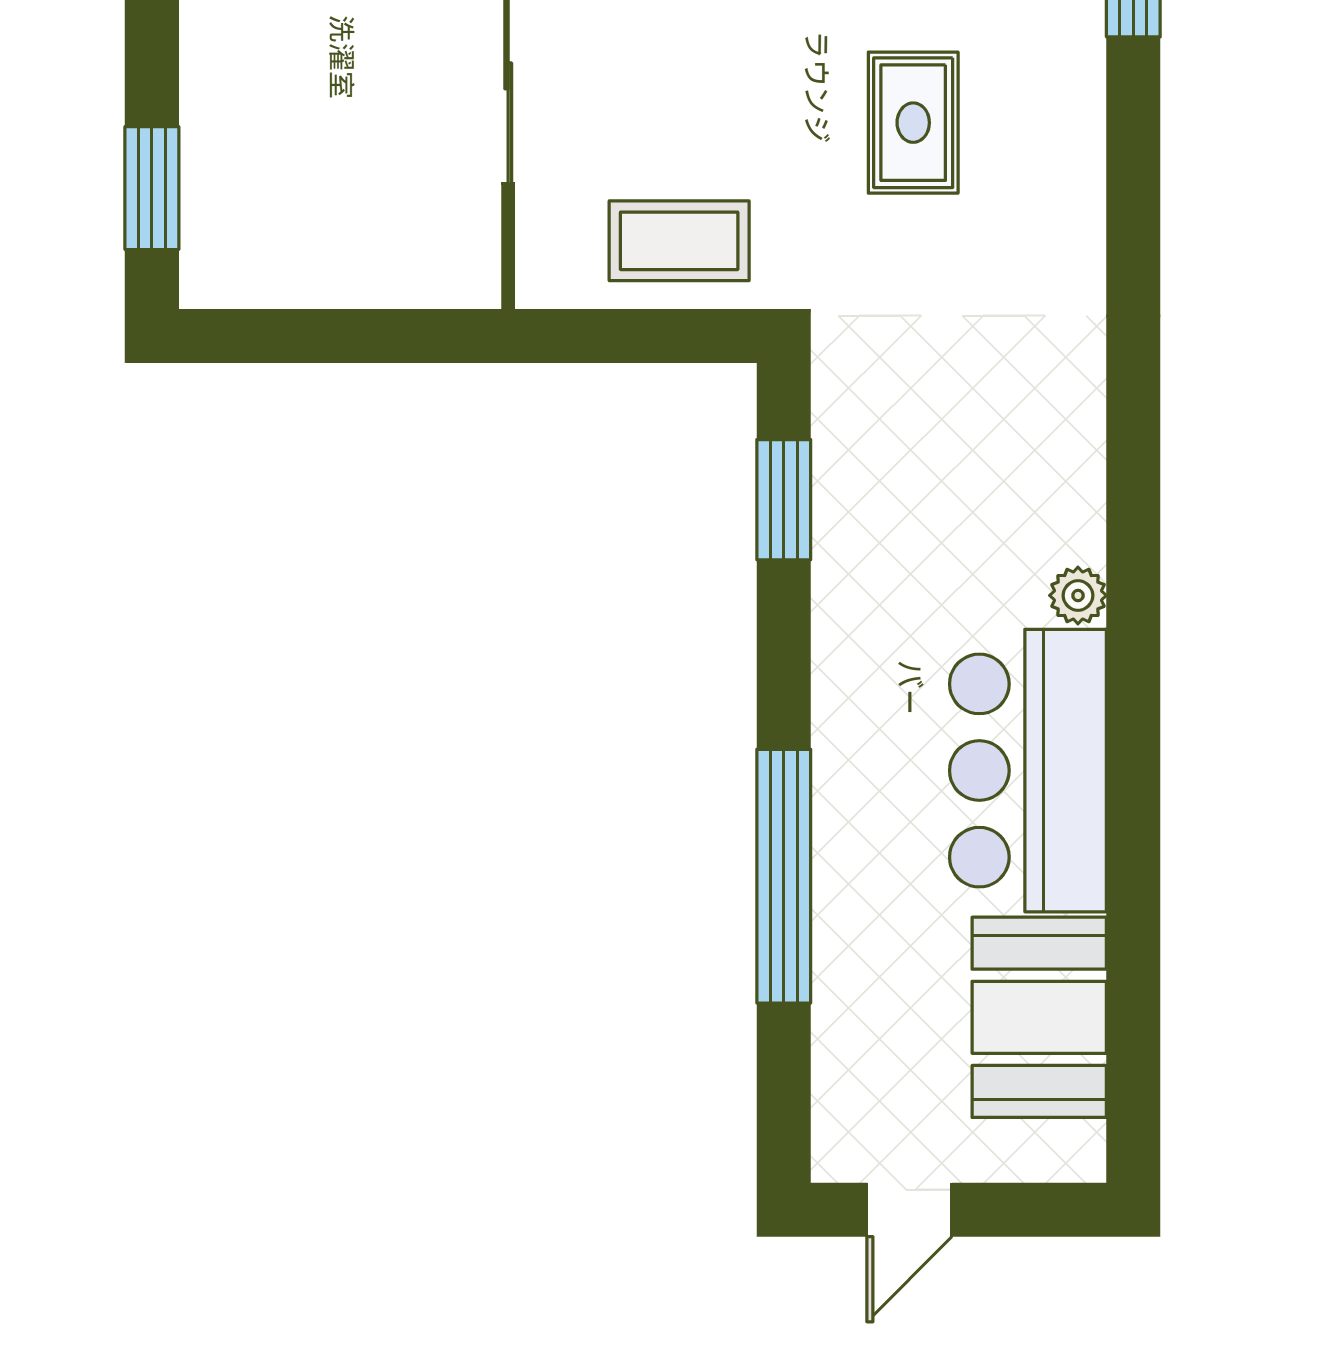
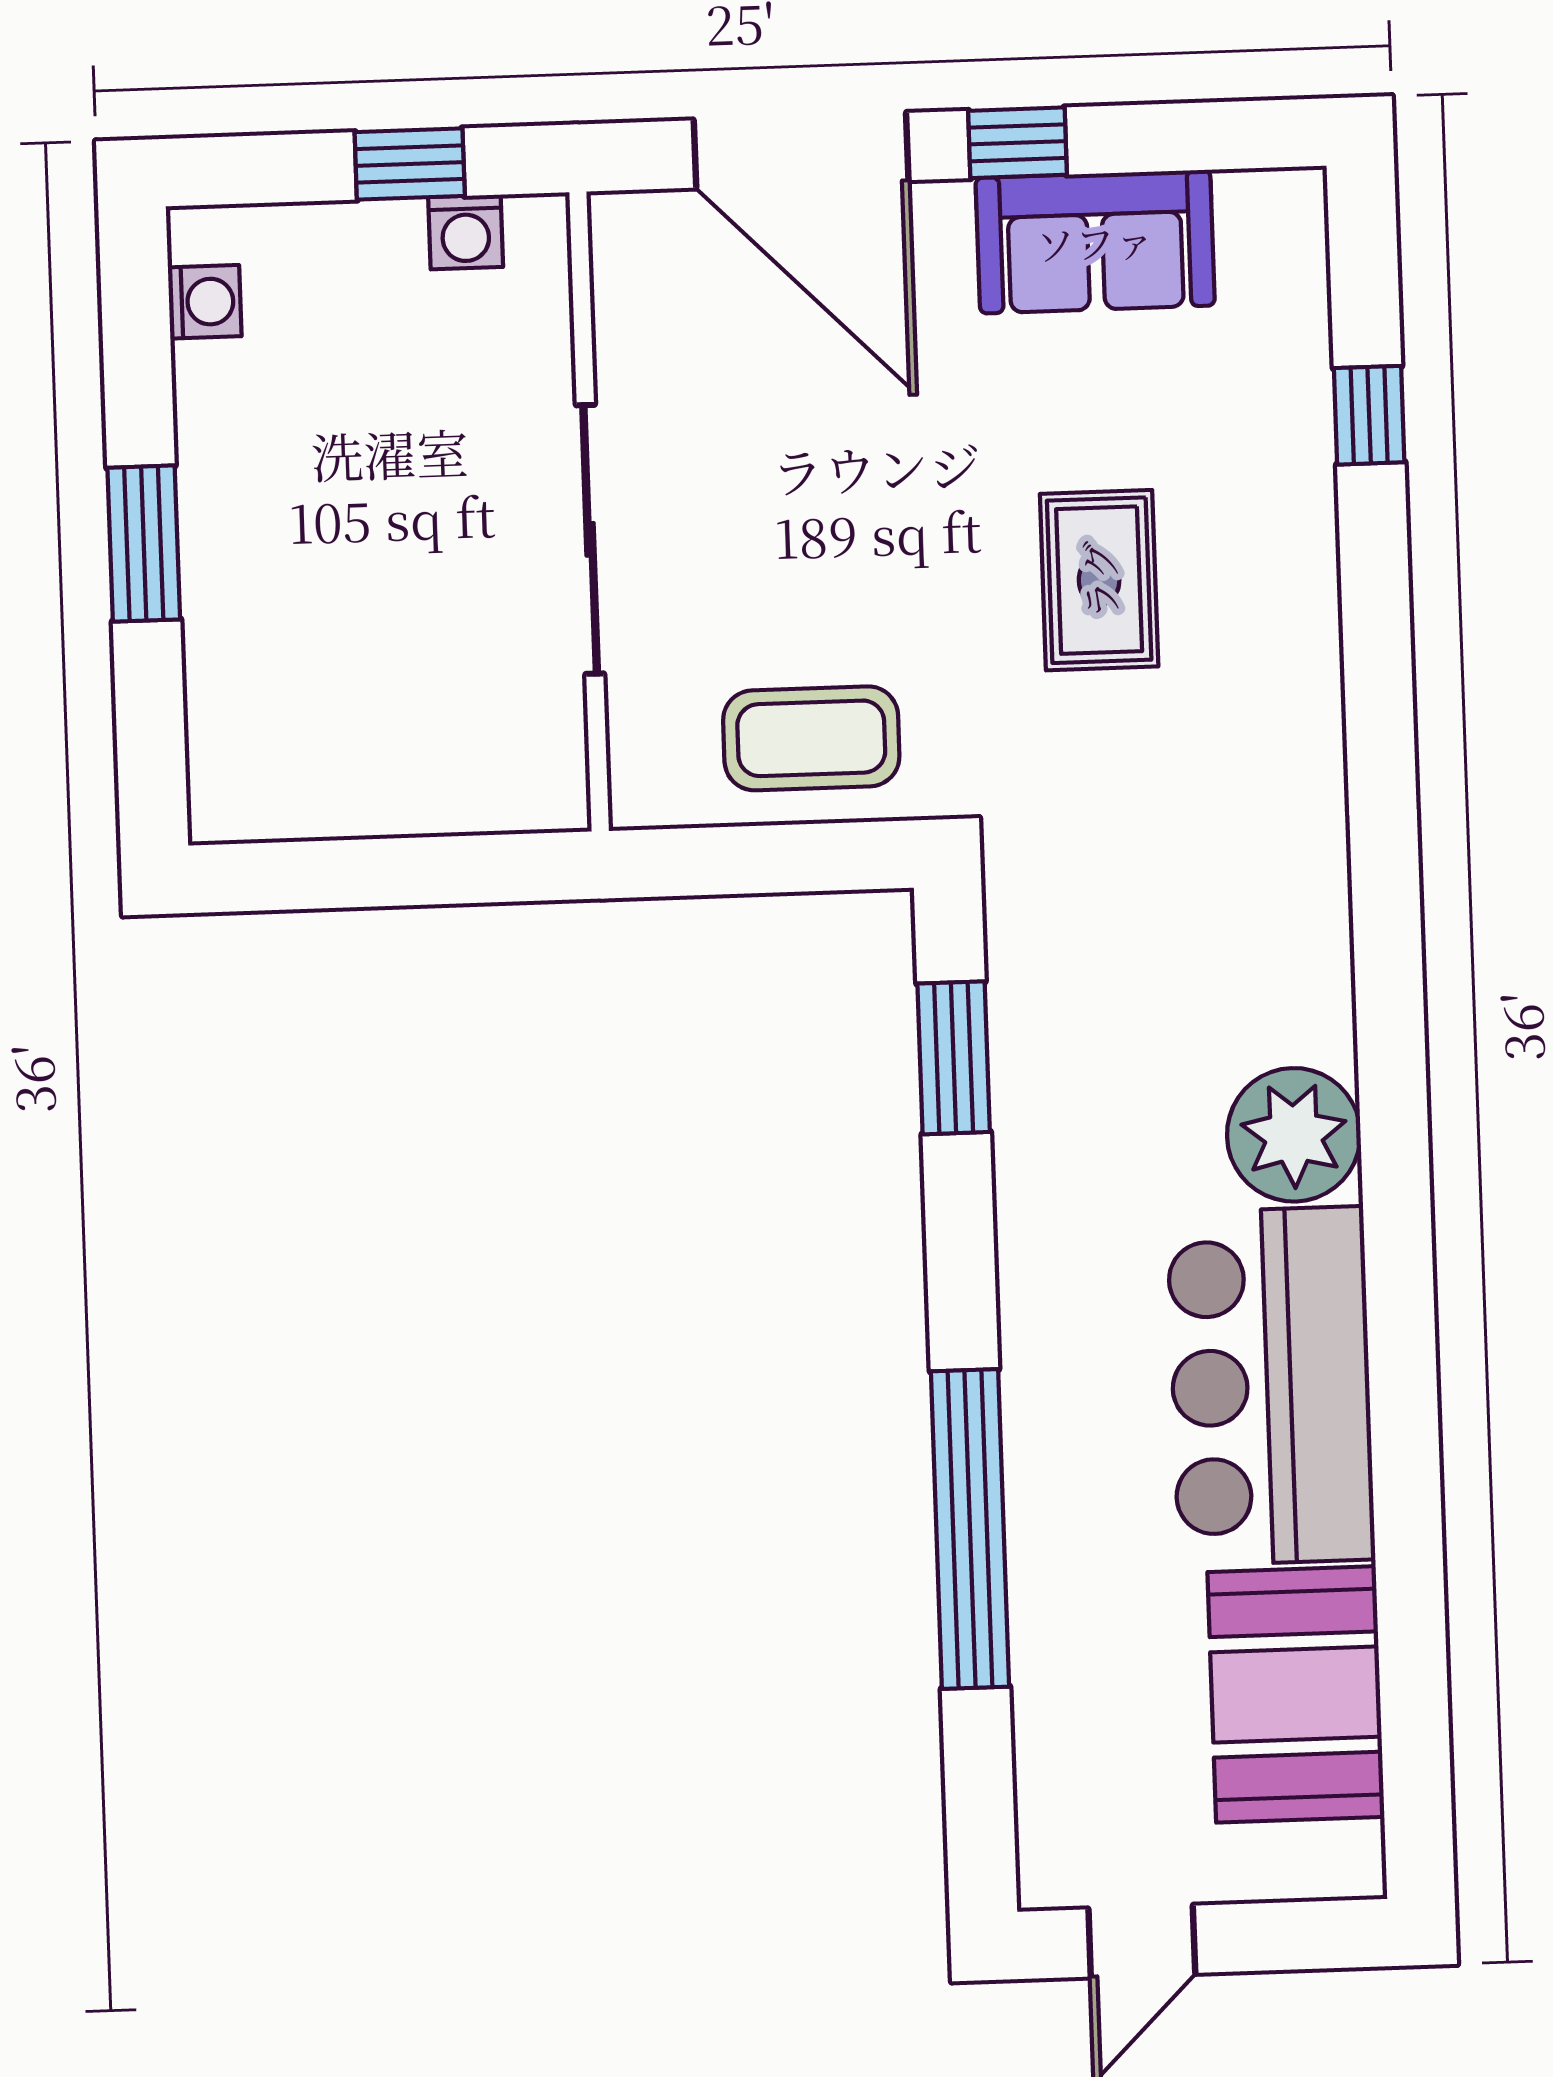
window: (152, 188) -> (144, 544), moved
plant: (1078, 595) -> (1294, 1135), width x1.87, depth x1.87

